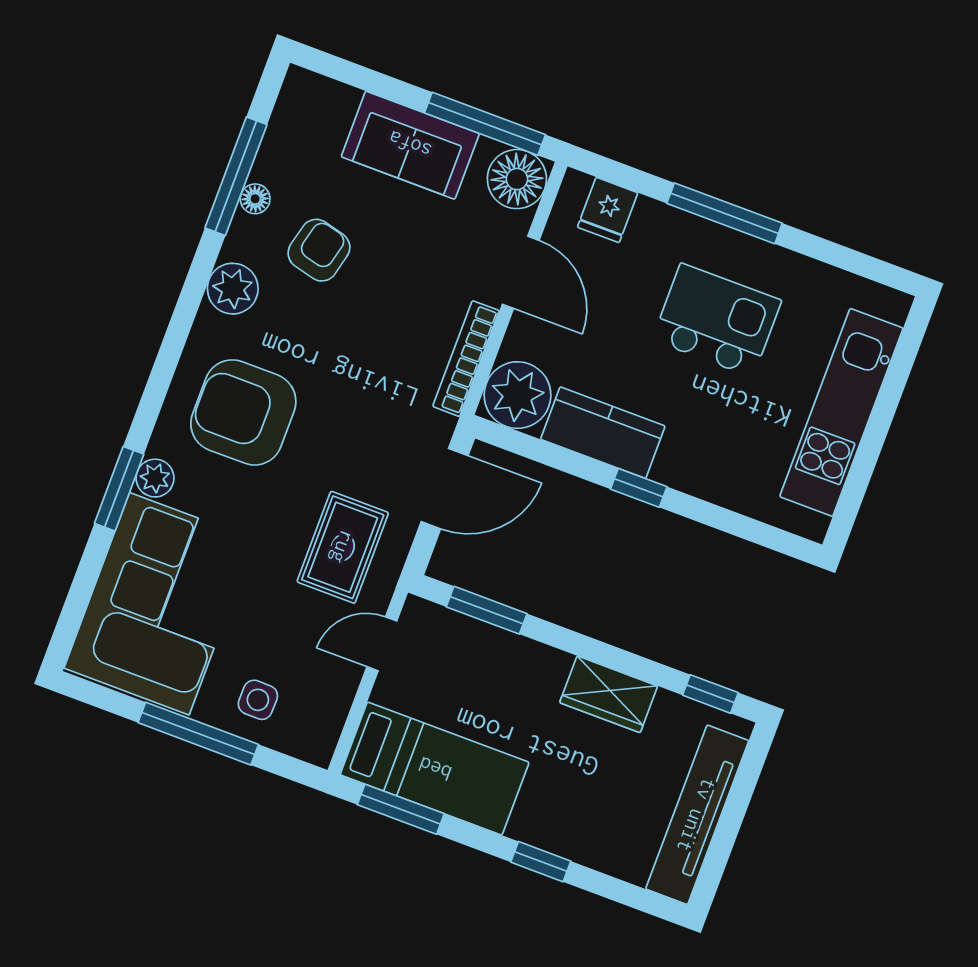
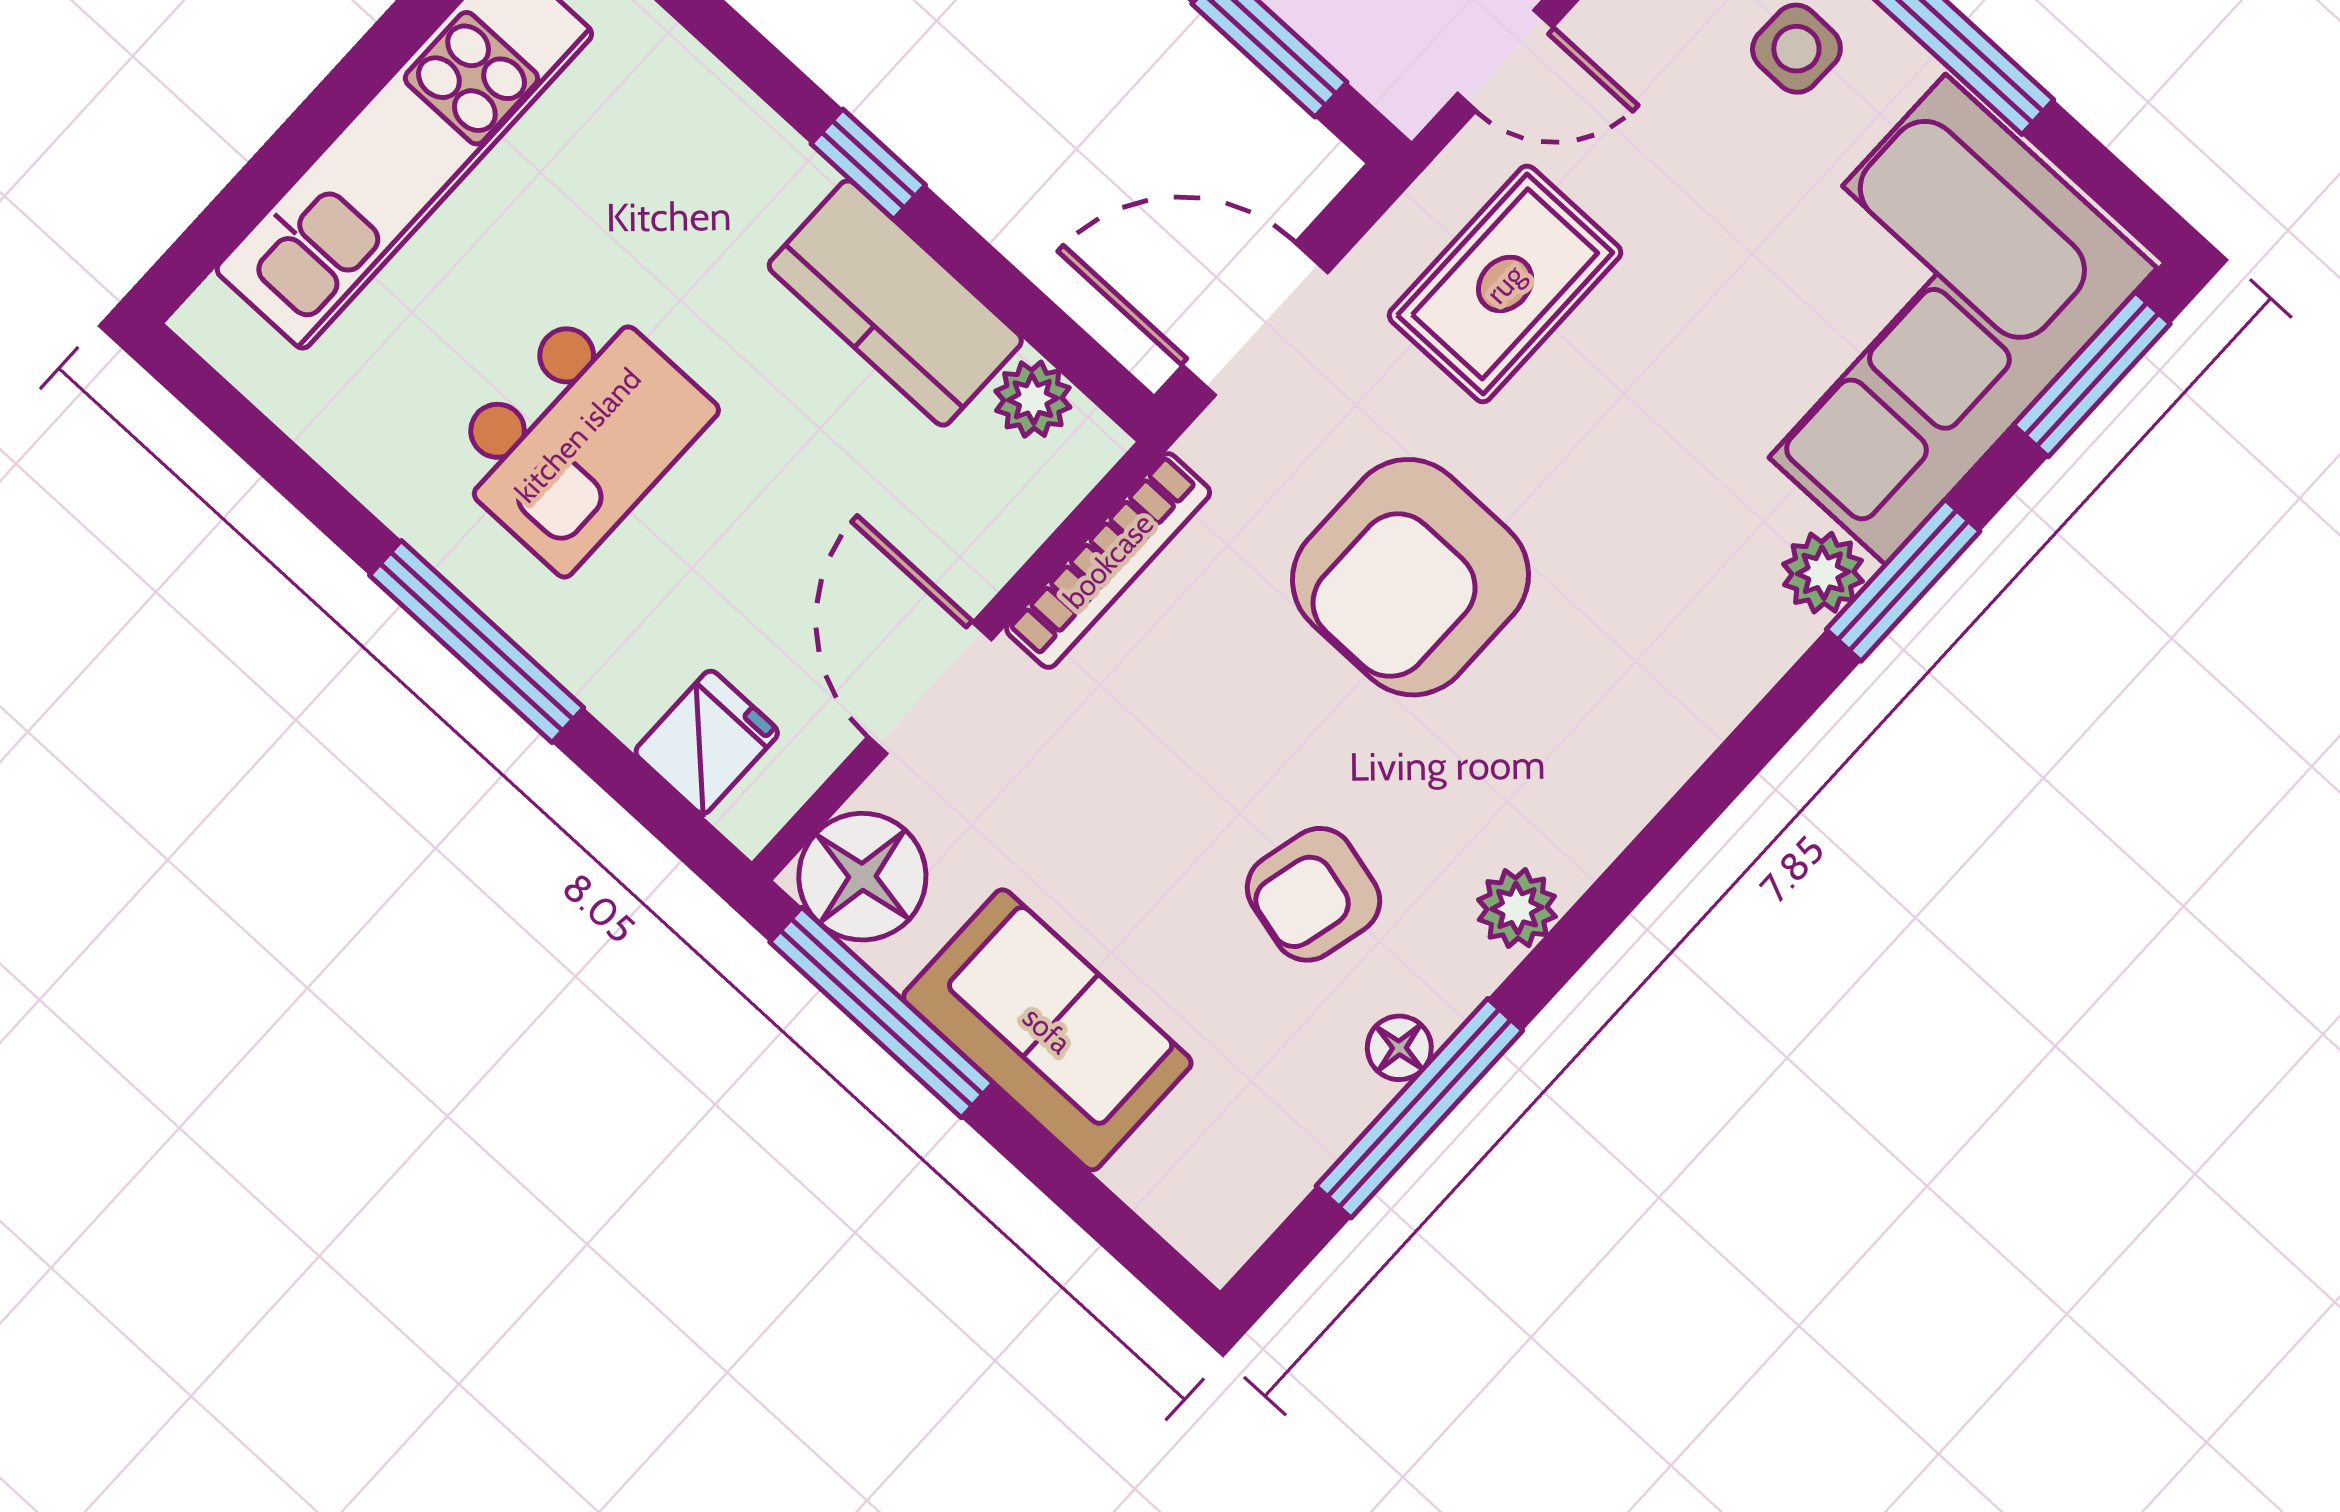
plant: (233, 289) -> (1517, 908), width x0.73, depth x0.73
kitchen island: (717, 320) -> (578, 435), turned -90
plant: (517, 395) -> (1033, 399), width x0.53, depth x0.53
armchair: (243, 412) -> (1410, 577), moved, turned 90
window: (73, 611) -> (2092, 374), added

